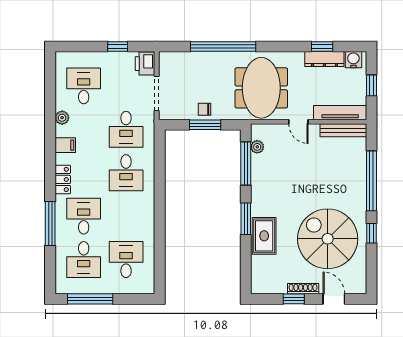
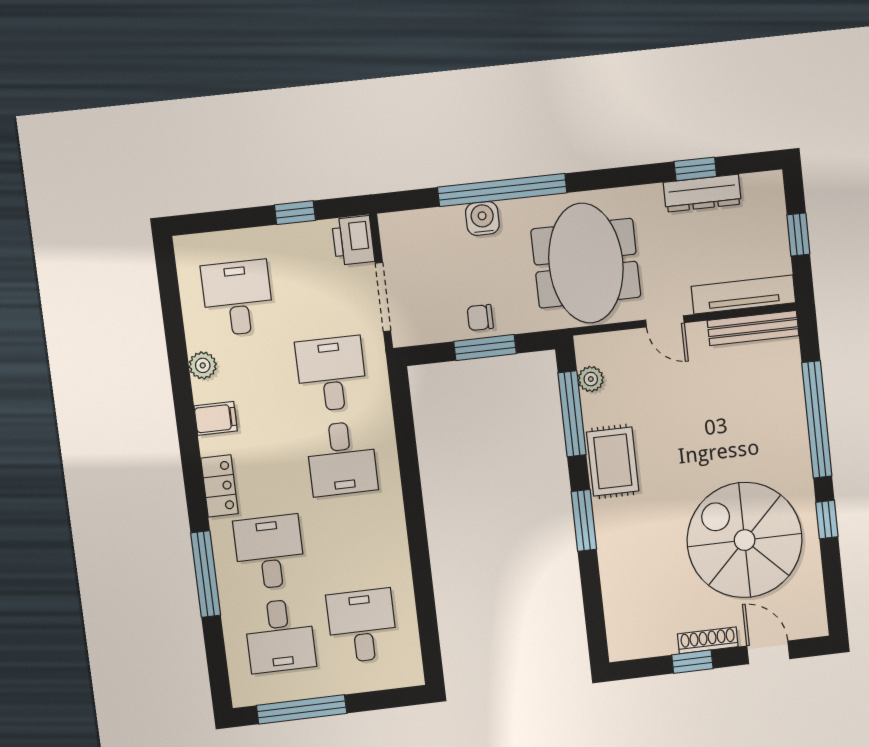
water cooler: (353, 60) -> (482, 218), moved
desk: (126, 129) -> (331, 374), turned 180
rug: (264, 236) -> (613, 461), moved

